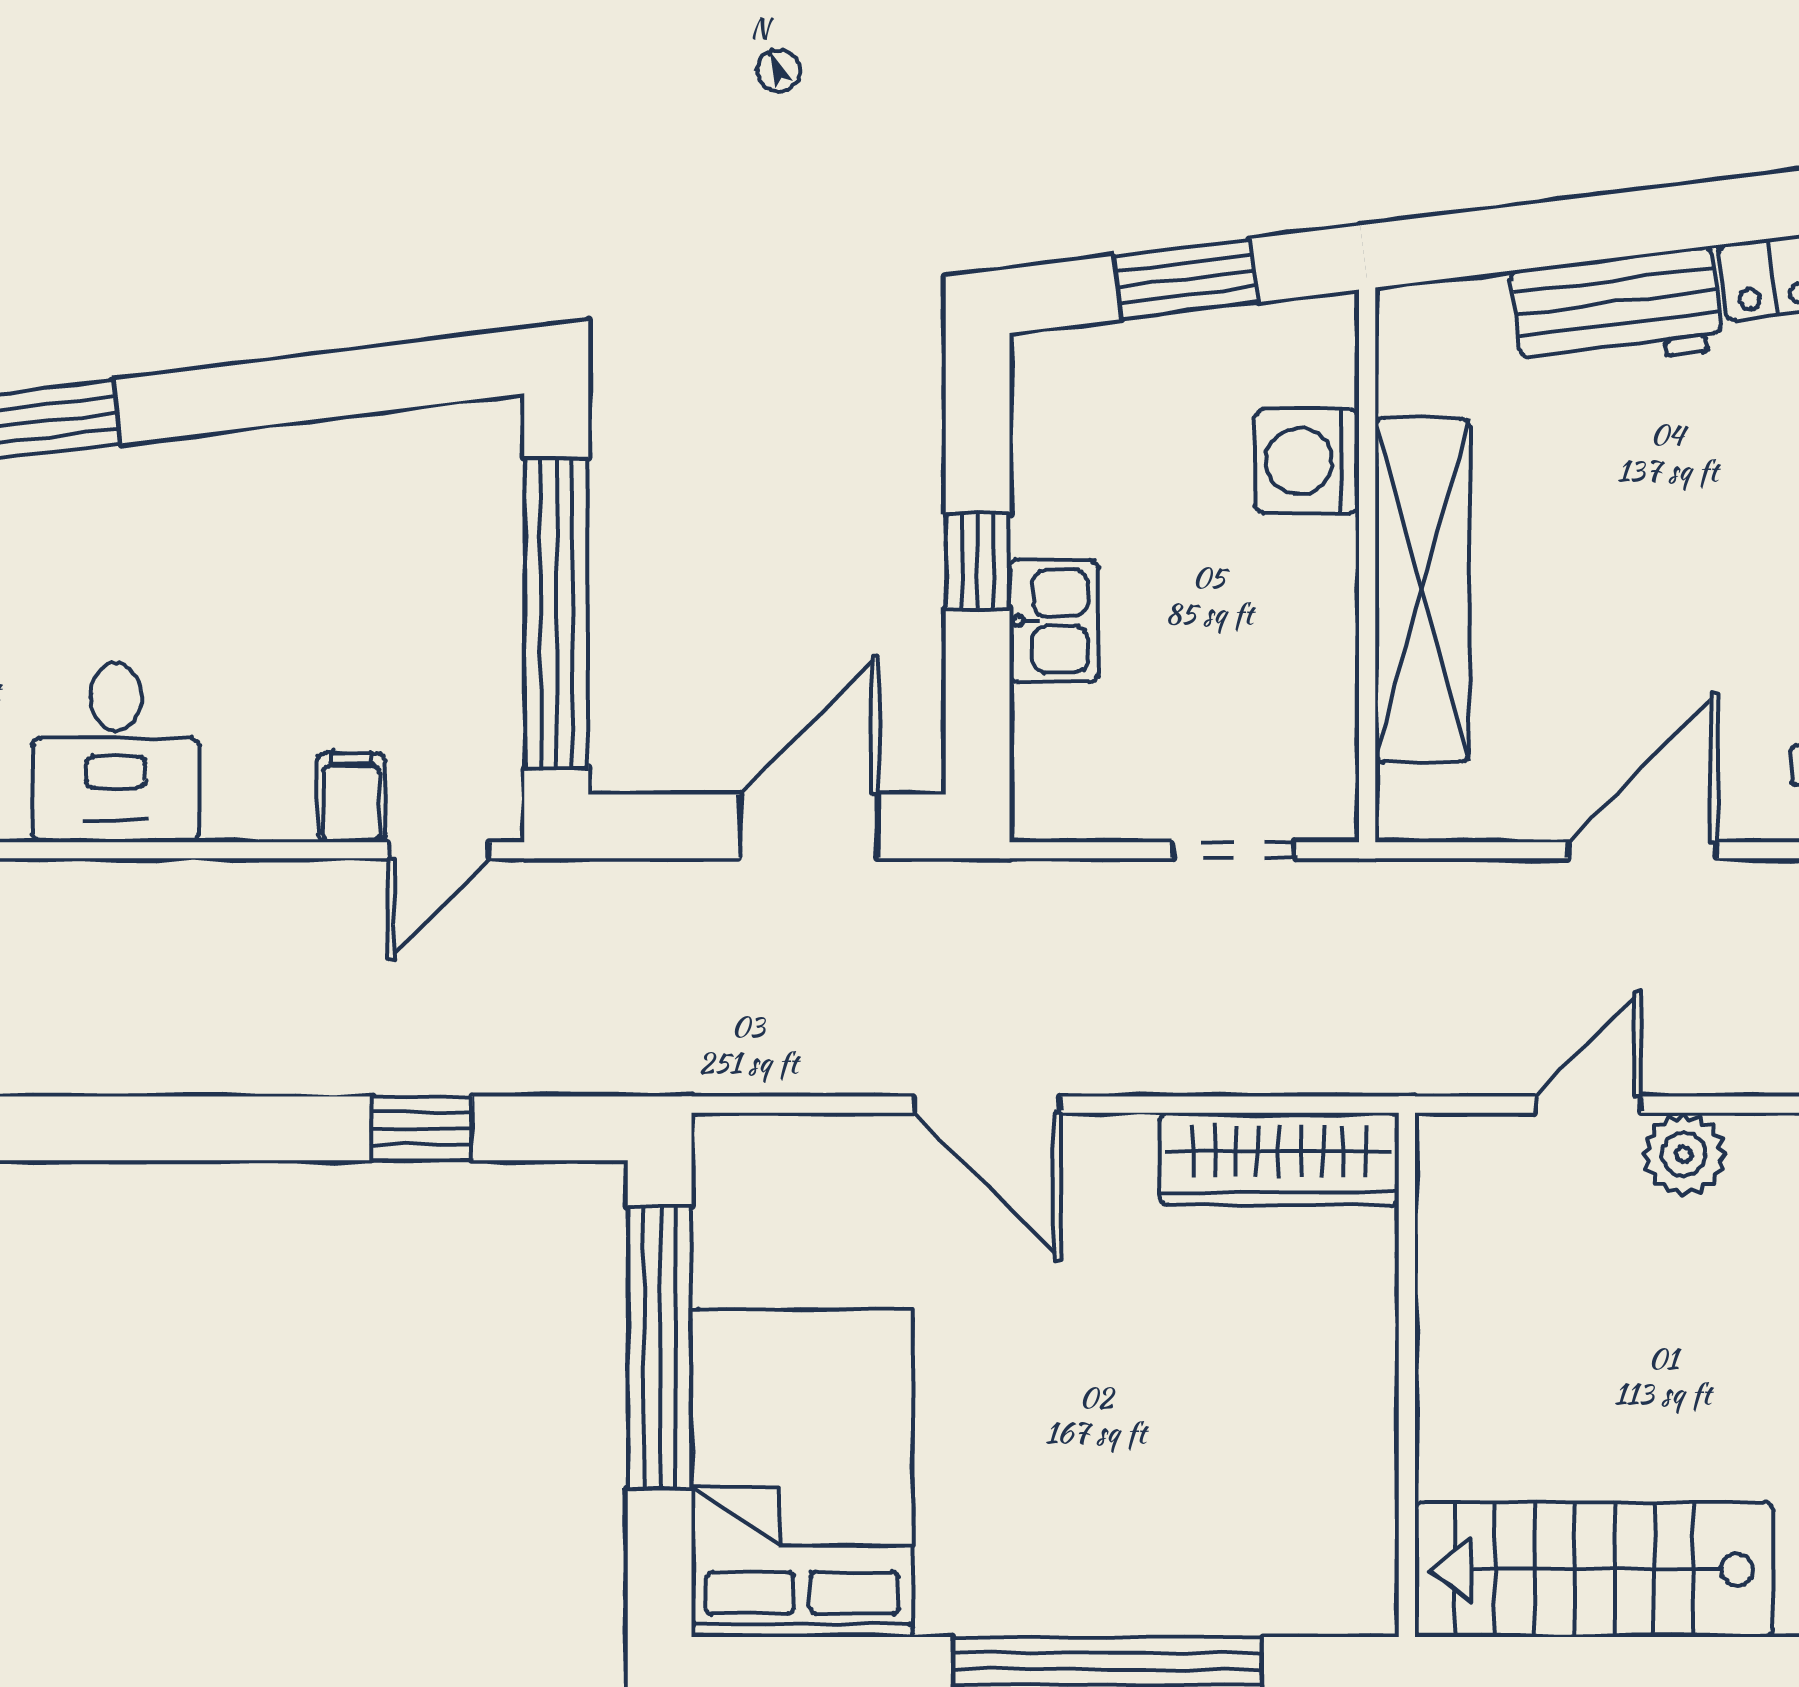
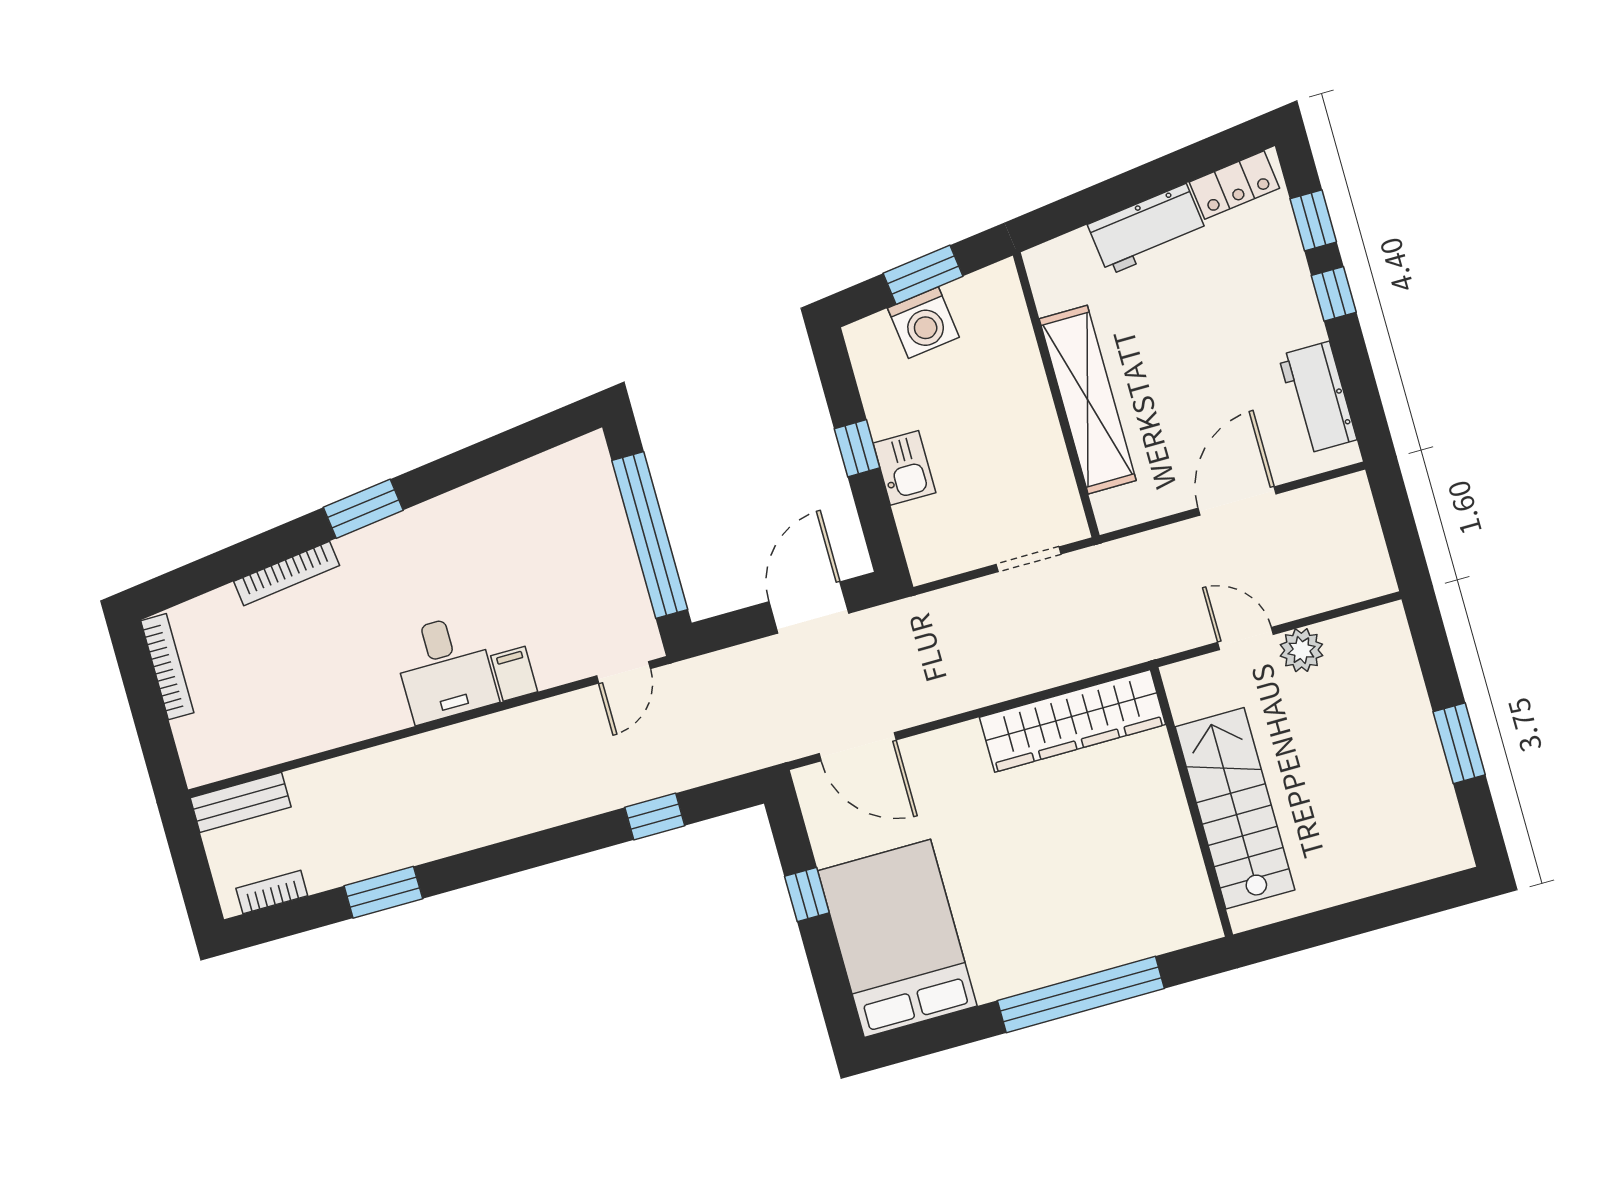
washing machine: (1307, 461) -> (923, 323), moved, turned -97
filing cabinet: (351, 797) -> (514, 674), moved
door: (987, 1105) -> (858, 747), moved
door: (1588, 1105) -> (1246, 638), hinge flipped
wardrobe: (1279, 1159) -> (1073, 721), width x1.40, depth x1.17
window: (660, 1348) -> (807, 895), width x0.32
stairs: (1594, 1570) -> (1235, 808), moved, turned 90

